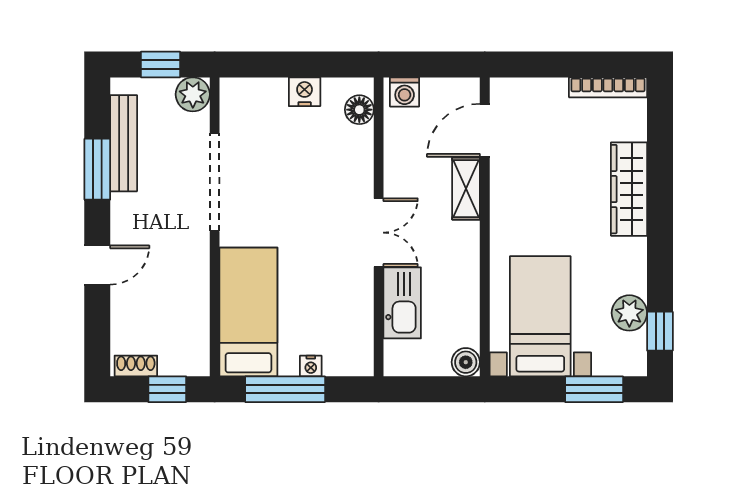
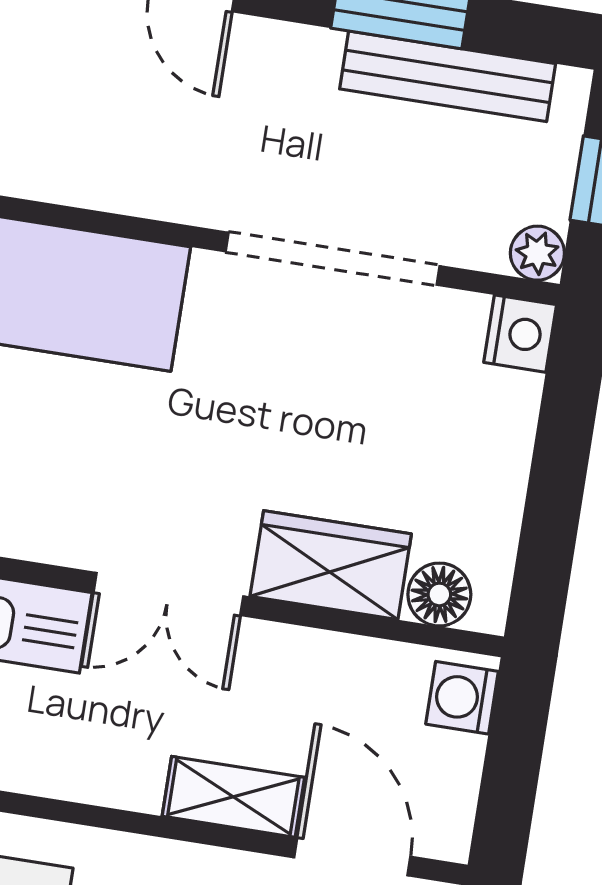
nightstand: (305, 92) -> (520, 334), moved
plant: (193, 94) -> (537, 253), width x0.73, depth x0.73
wardrobe: (354, 161) -> (331, 565), added

